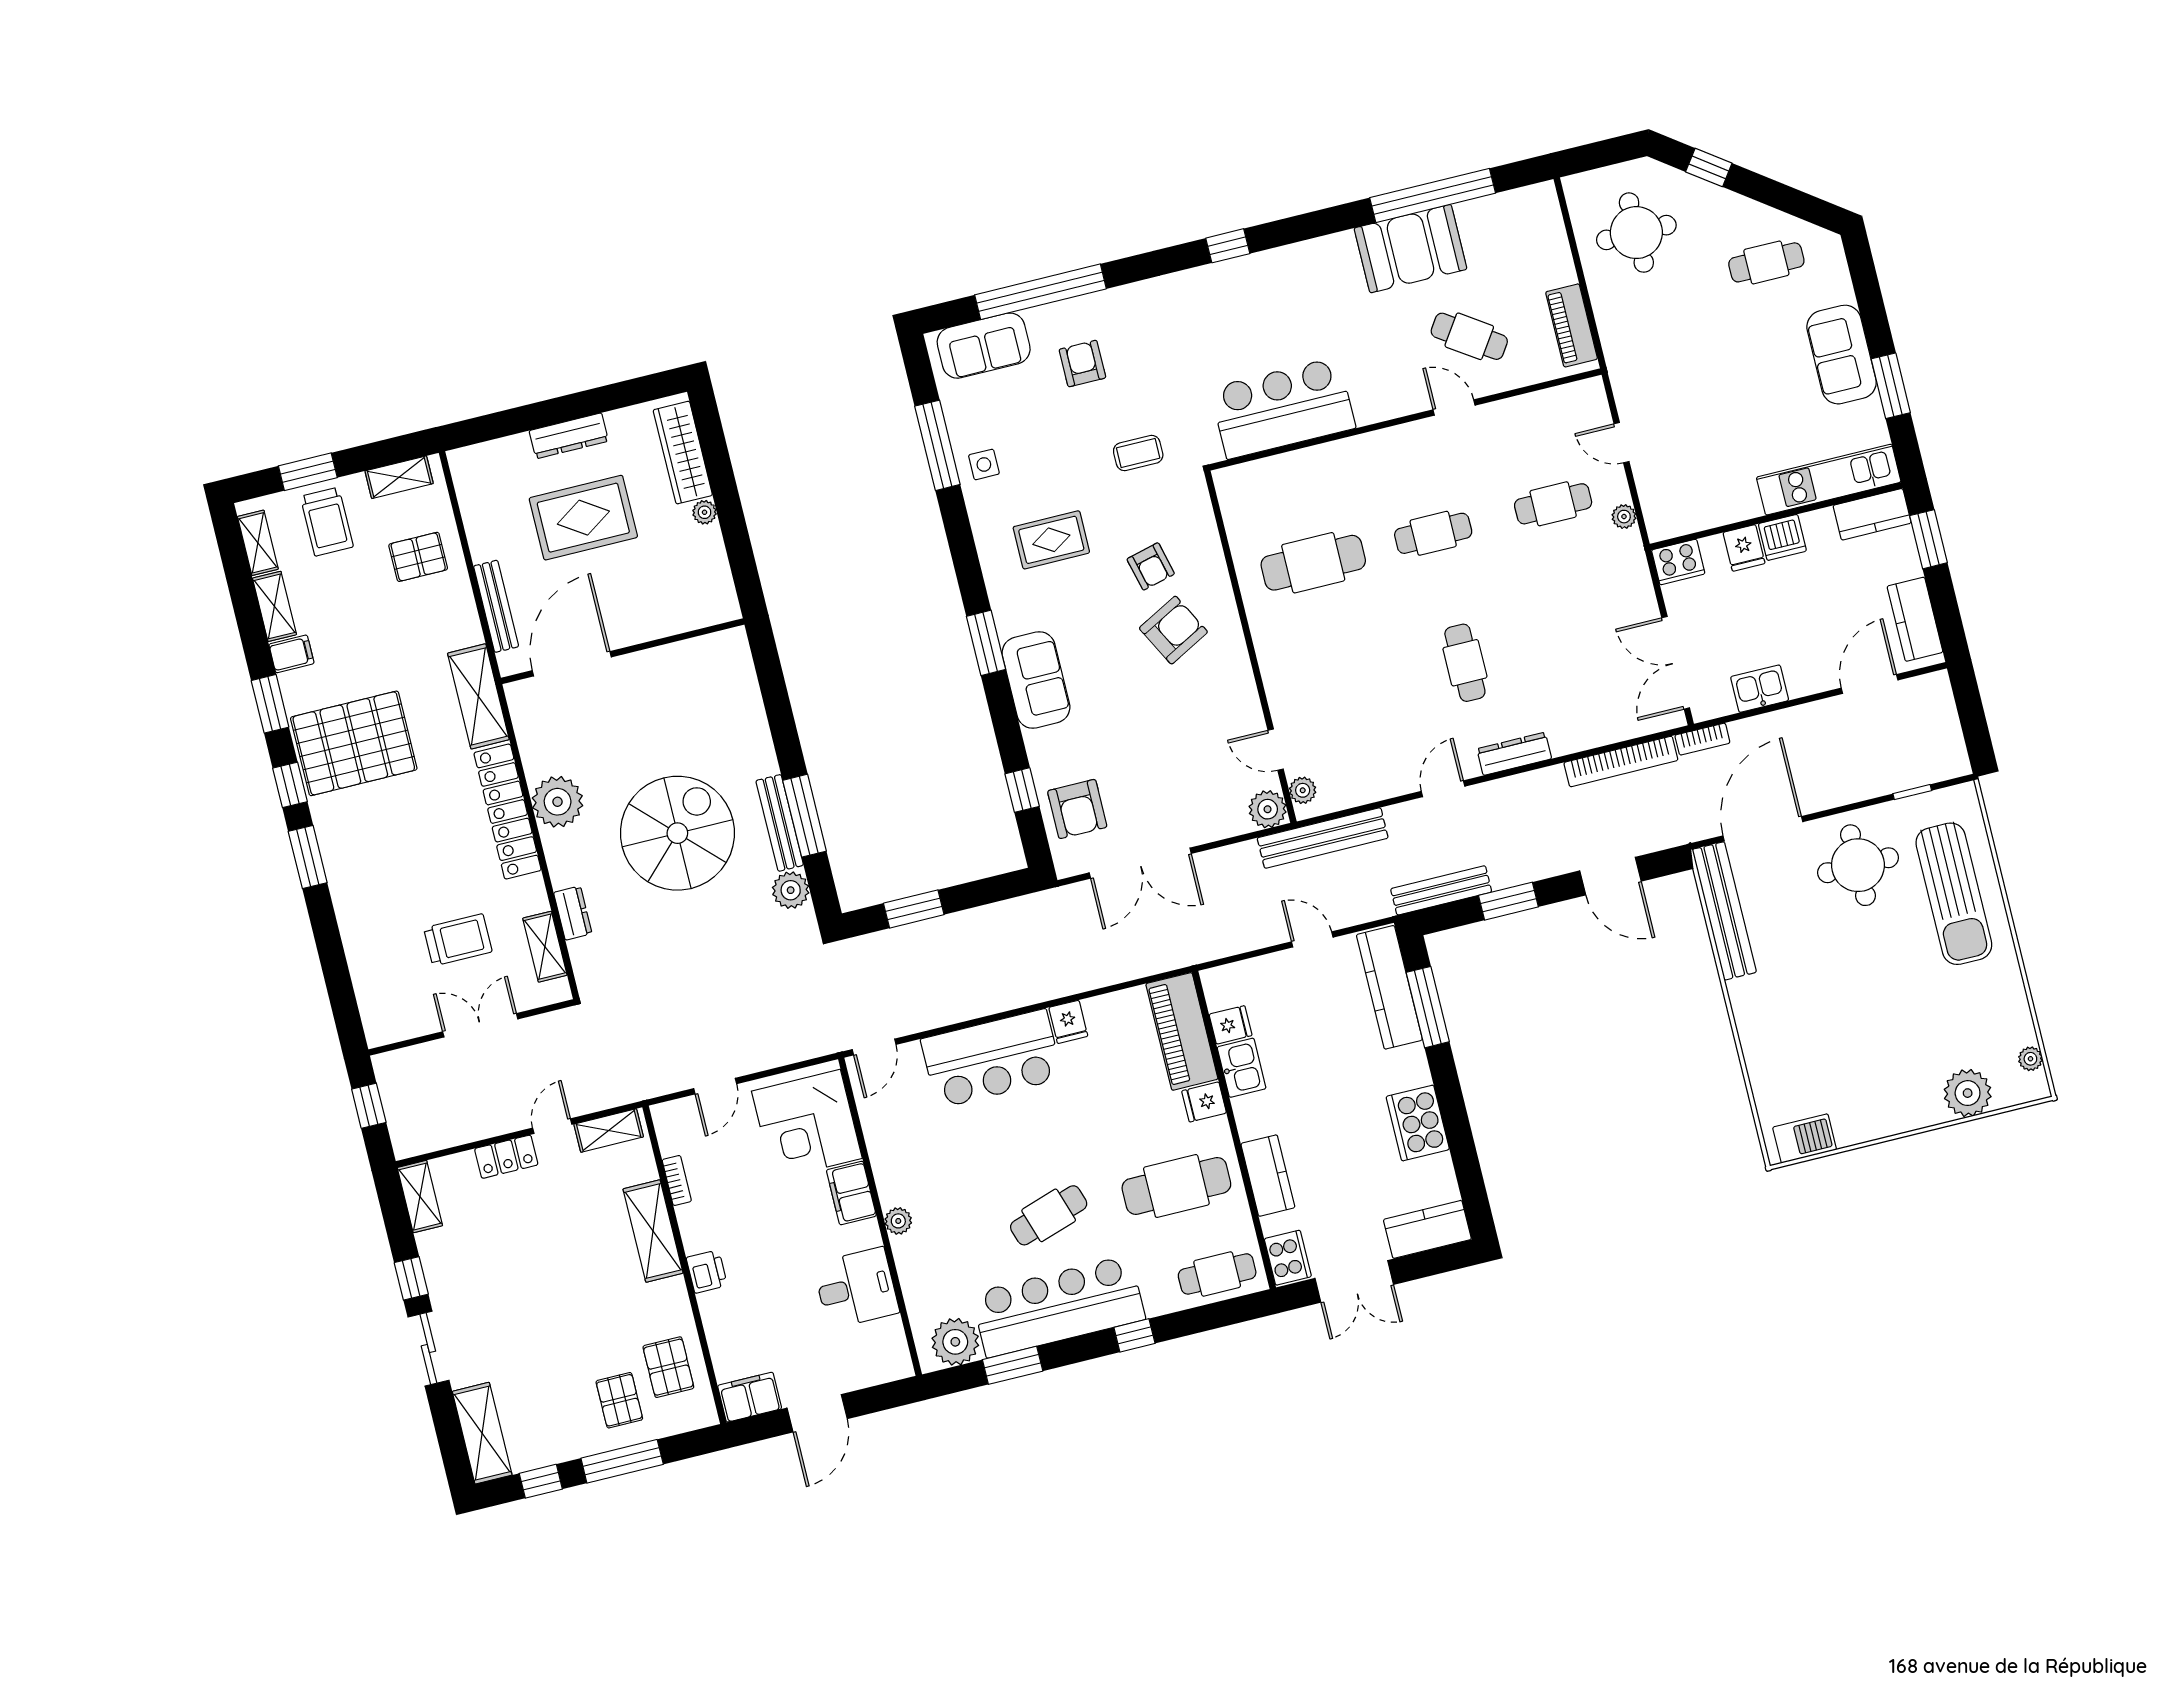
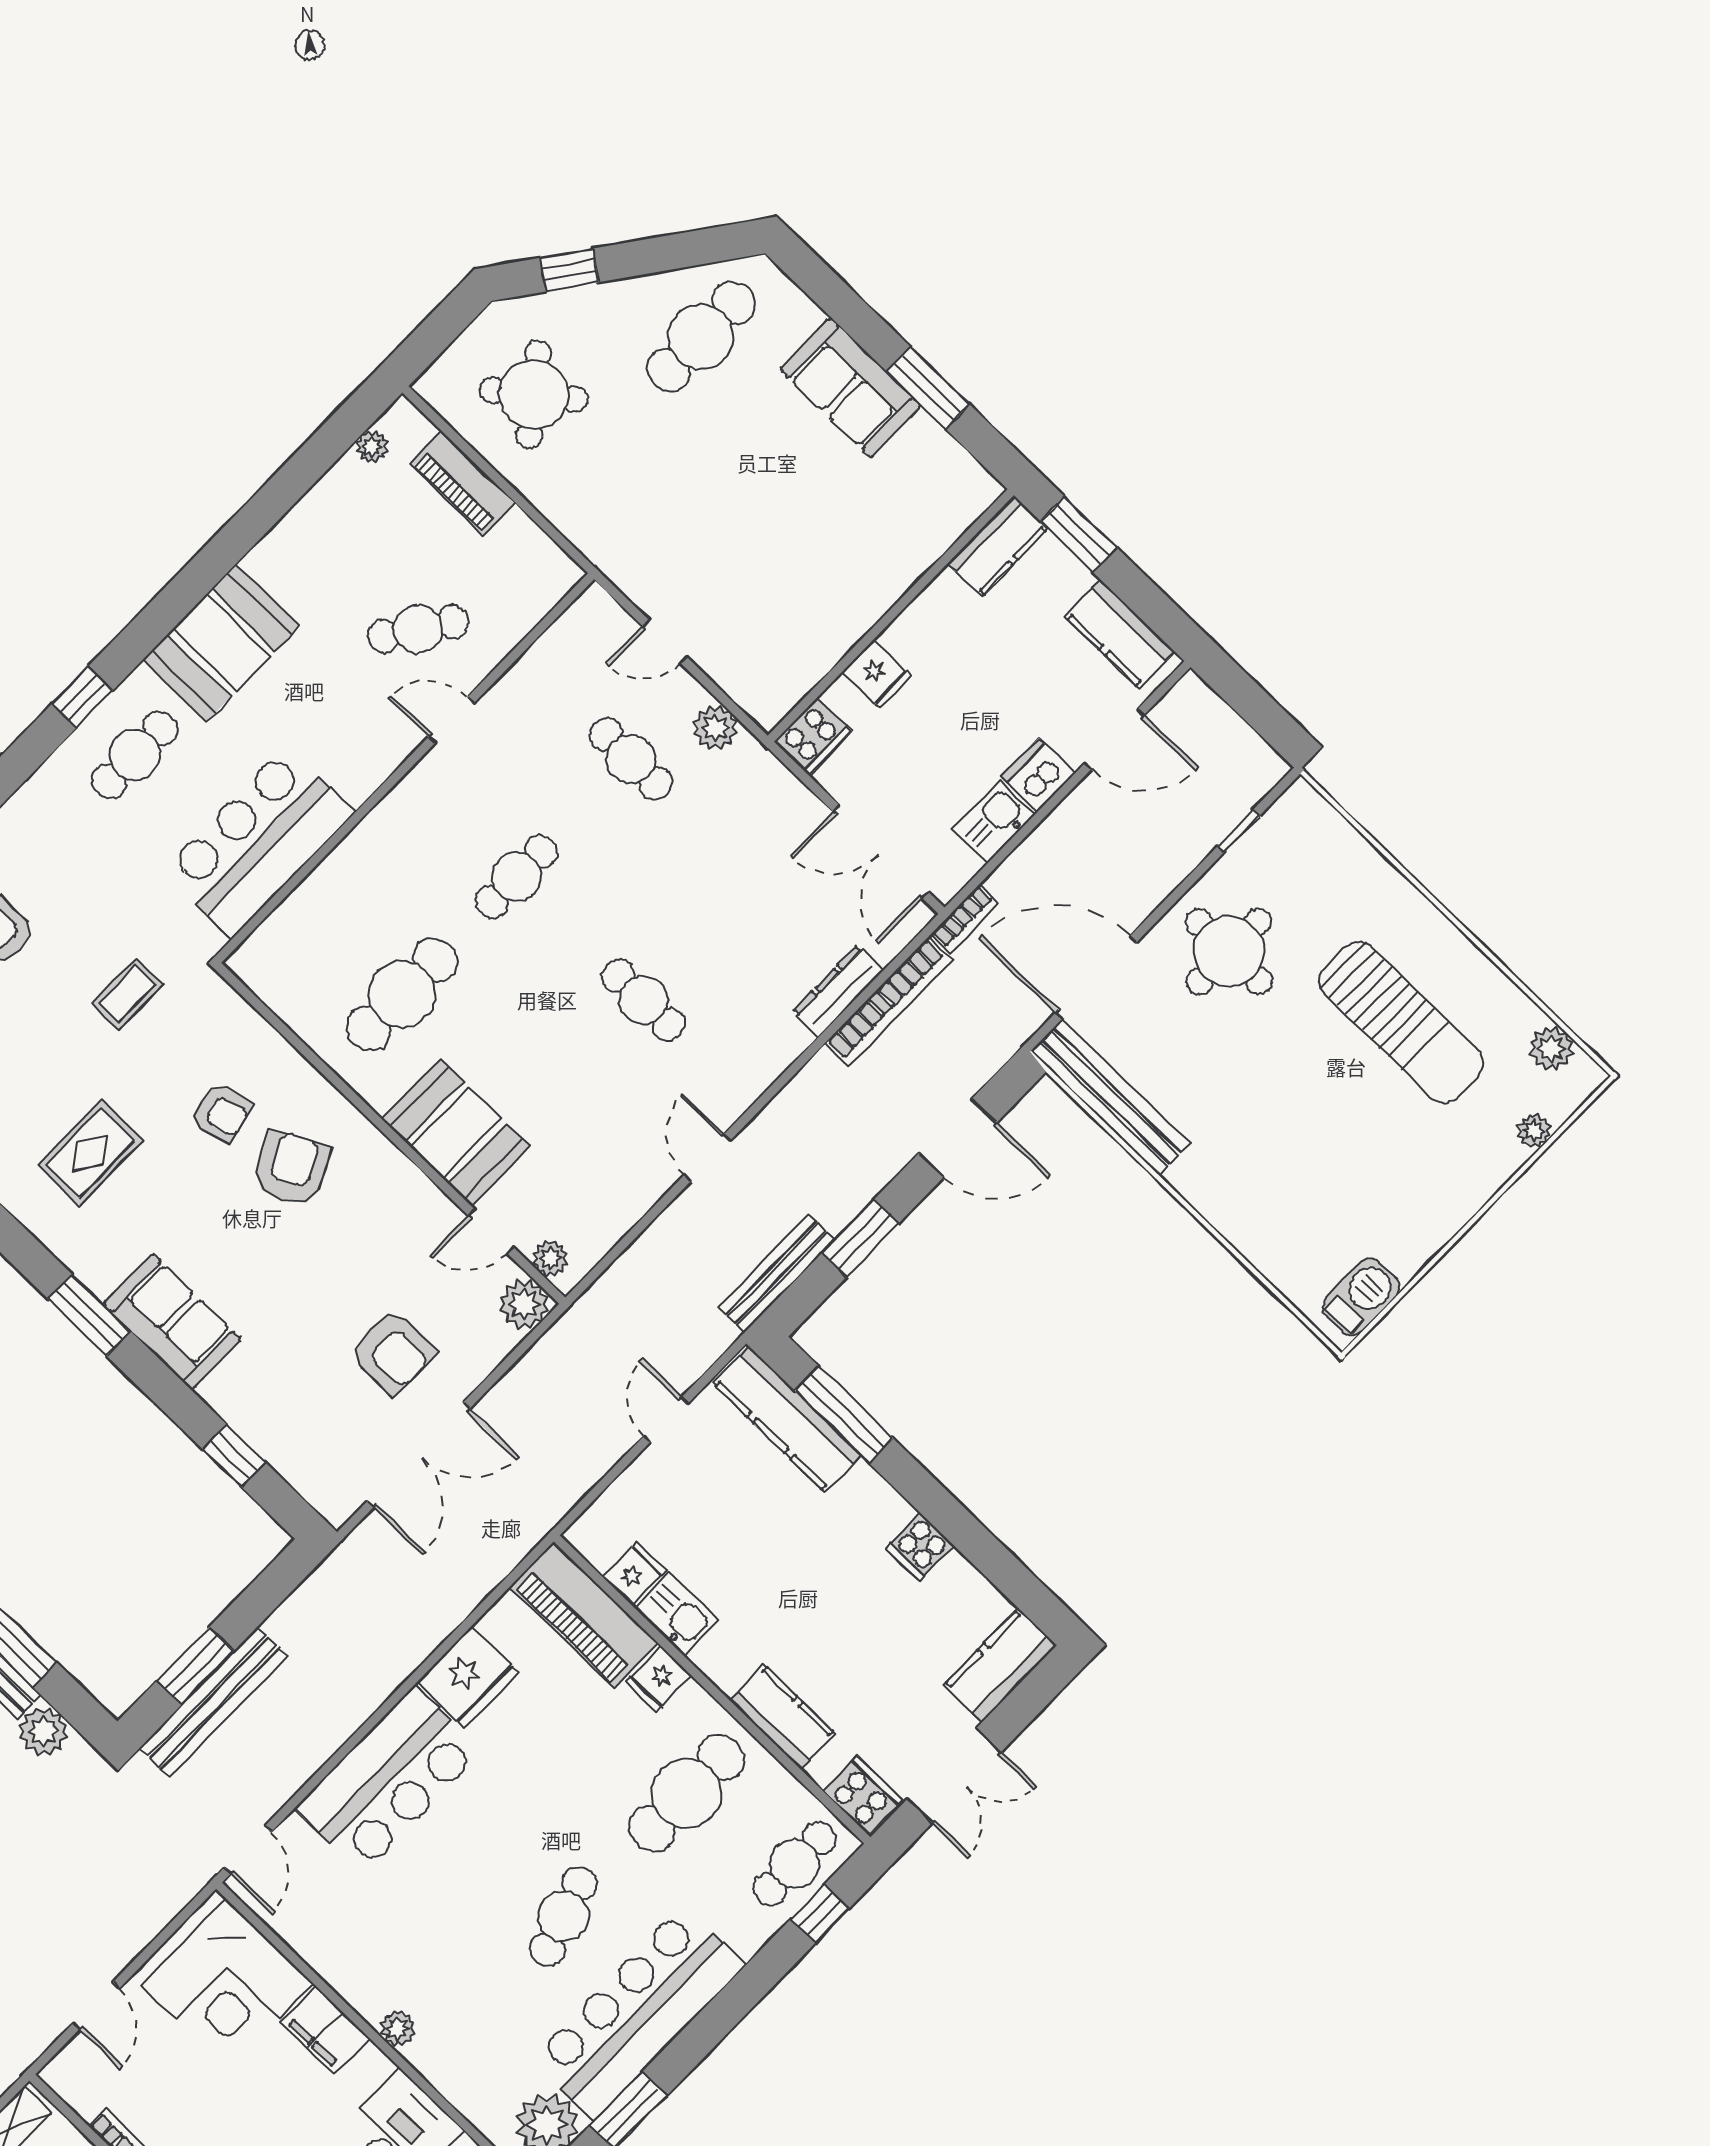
window: (1433, 195) -> (278, 496), removed
plant: (1512, 201) -> (372, 447), added
round table: (1636, 233) -> (534, 394), turned -38
booth: (1410, 249) -> (221, 643), moved
cafe table: (1766, 262) -> (701, 337), width x1.37, depth x1.35
cafe table: (1238, 304) -> (135, 755), added
piano: (1572, 325) -> (463, 483), moved
kitchen unit: (1829, 480) -> (924, 537), removed
cafe table: (1553, 504) -> (631, 759), turned 90
plant: (1624, 517) -> (715, 728), width x1.38, depth x1.38
dishwasher: (1782, 537) -> (1038, 775), moved, turned 180
booth: (1293, 673) -> (456, 1133), added
door: (1870, 684) -> (1114, 739), swing flipped
dresser: (1514, 754) -> (838, 991), moved
armchair: (1077, 809) -> (393, 1352), moved
door: (1763, 829) -> (1096, 977), hinge flipped
bench: (1323, 838) -> (213, 1702), moved
sun lounger: (1954, 894) -> (1401, 1022), moved
door: (1312, 939) -> (666, 1420), hinge flipped
fridge: (1068, 1022) -> (468, 1677), width x1.88, depth x1.34
plant: (2030, 1059) -> (1551, 1048), width x1.38, depth x1.38
plant: (1968, 1093) -> (1534, 1131), width x0.53, depth x0.53
cooker: (1418, 1123) -> (920, 1547), width x0.53, depth x0.76
window: (1134, 1335) -> (820, 1914), moved

